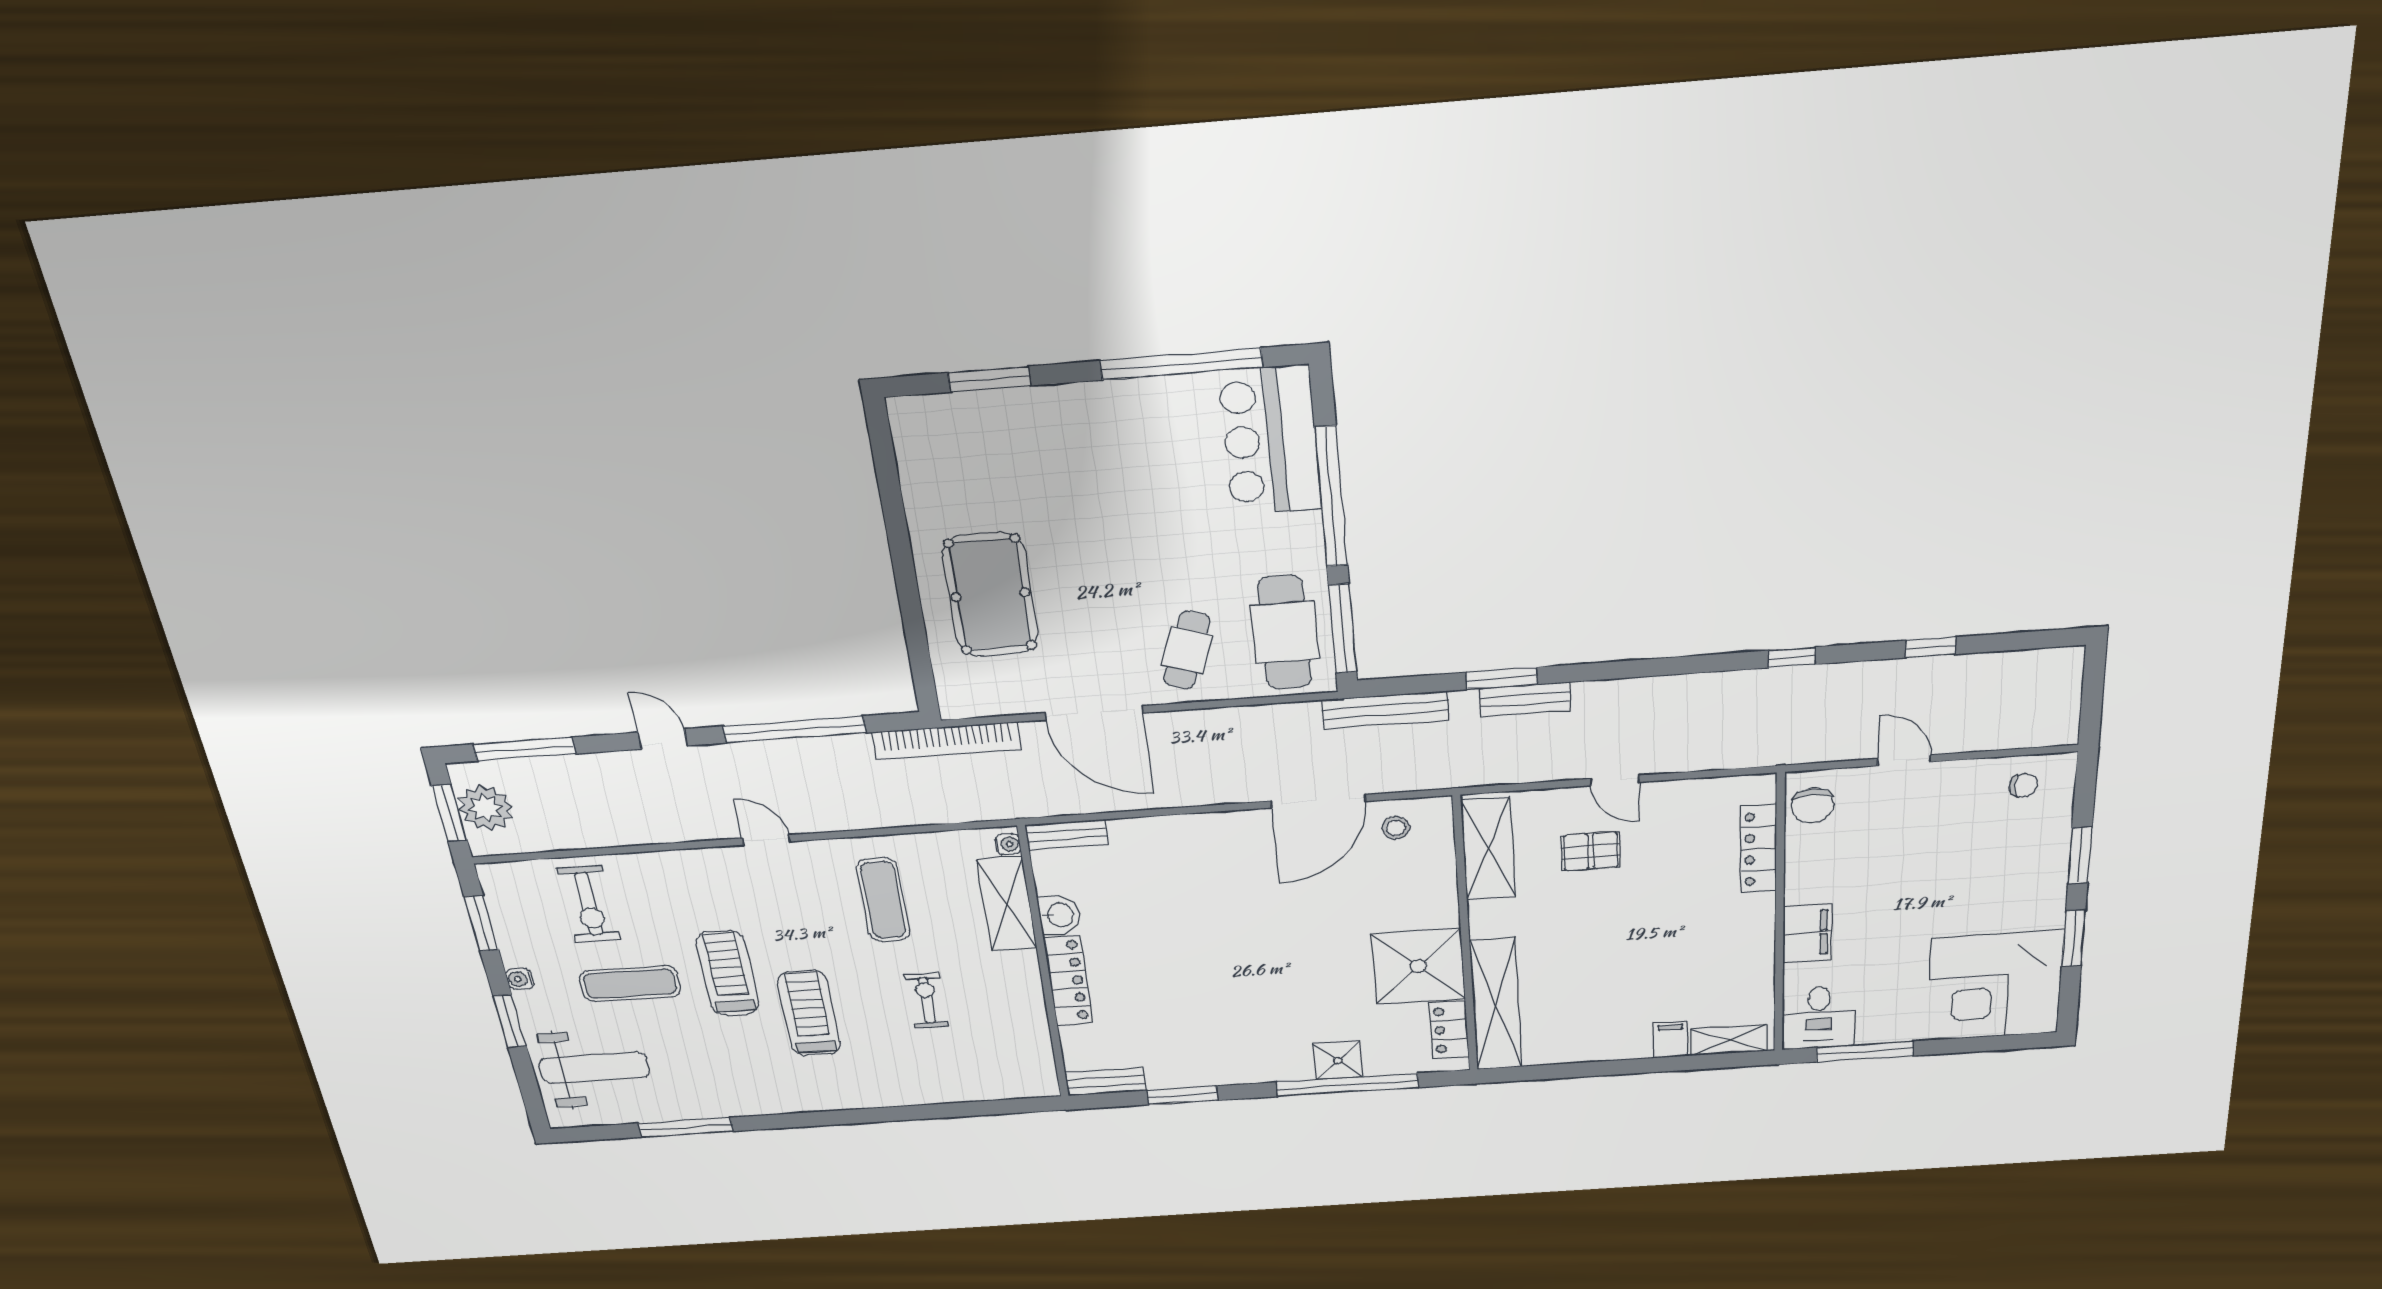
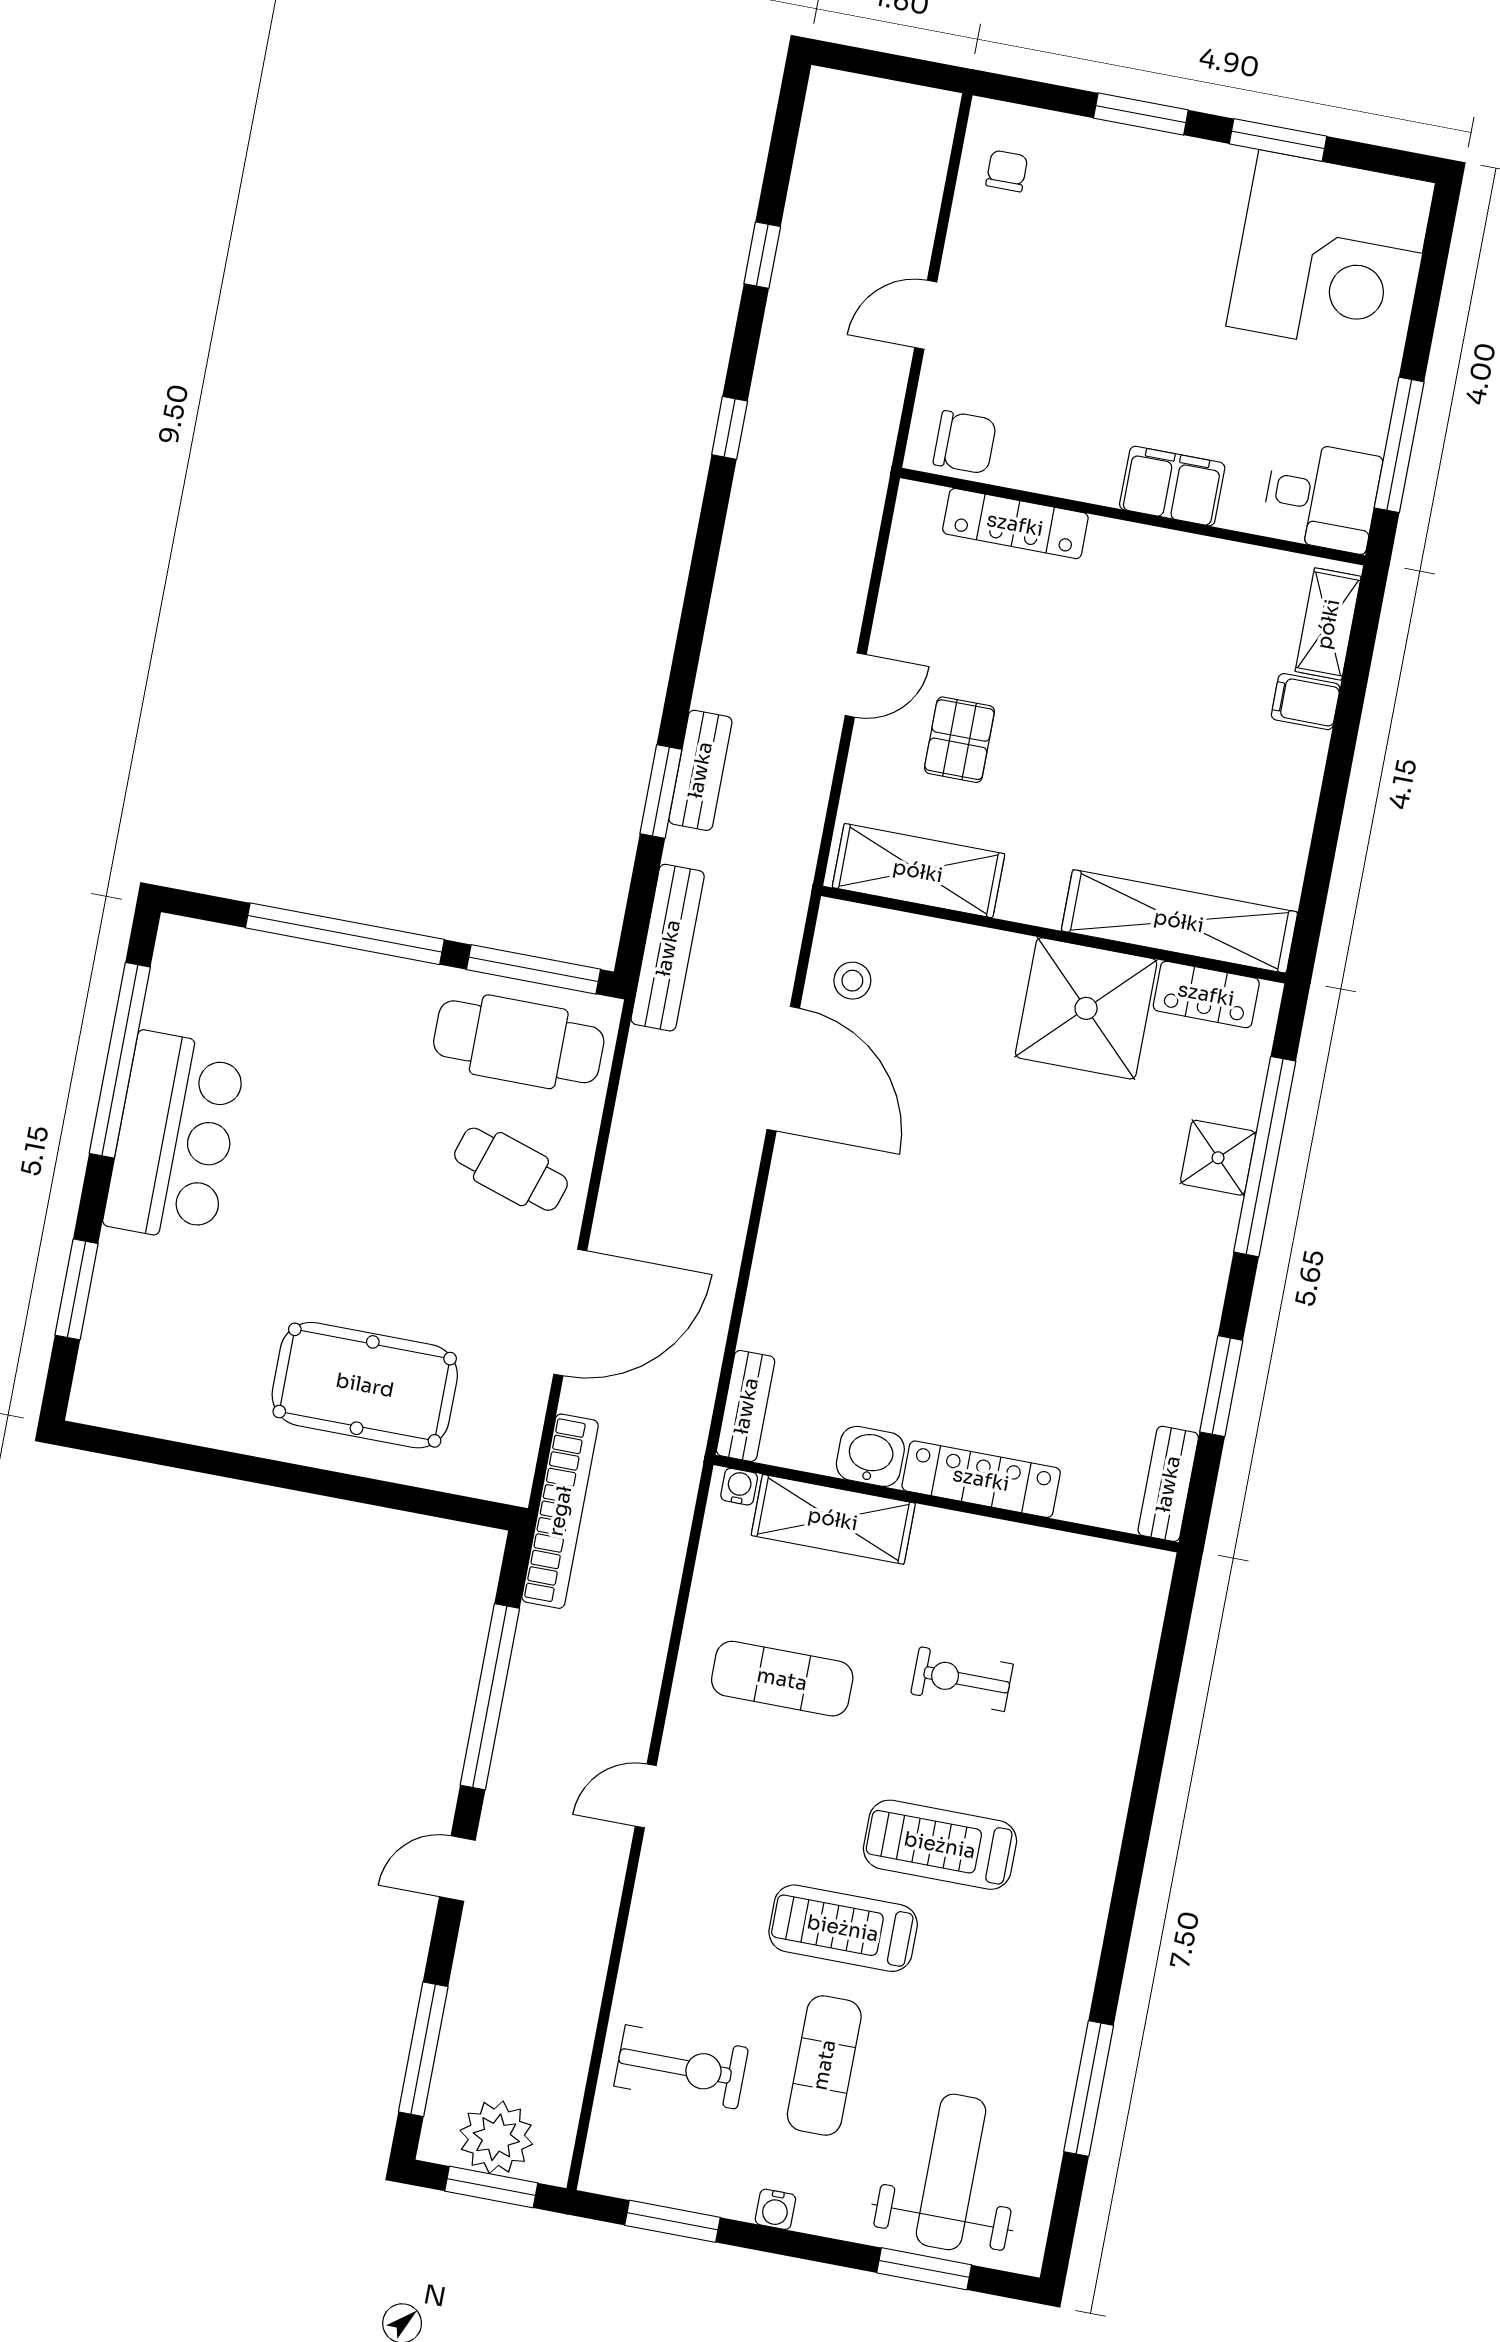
bar counter: (1270, 441) -> (175, 1137), moved, turned -90
window: (510, 1021) -> (924, 2269), moved

